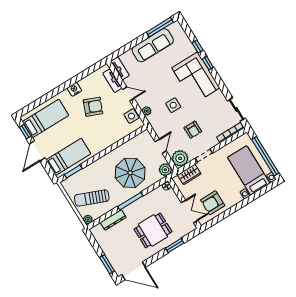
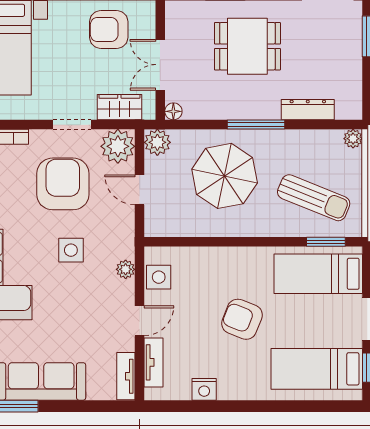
nightstand: (74, 89) -> (204, 389), moved
door: (128, 94) -> (140, 321), swing flipped
armchair: (93, 107) -> (242, 319), moved
armchair: (193, 130) -> (63, 184), width x1.88, depth x1.88
door: (161, 146) -> (140, 190), hinge flipped
sun lounger: (92, 198) -> (314, 198), moved
armchair: (213, 203) -> (109, 30), turned 180
double door: (190, 212) -> (160, 65), moved

